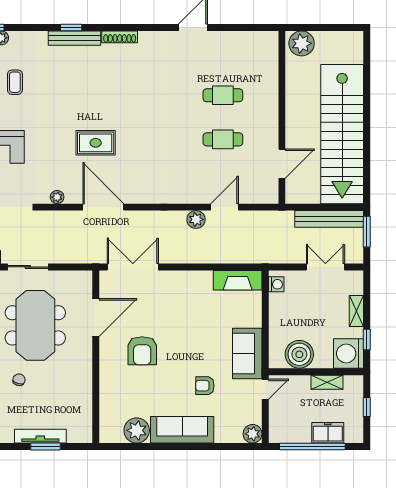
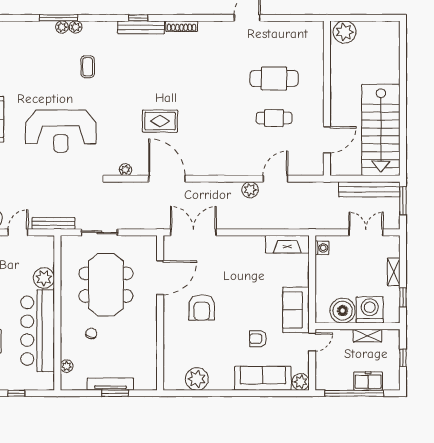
cafe table: (223, 95) -> (274, 78), width x1.37, depth x1.35
stairs: (342, 134) -> (381, 130), width x0.73
washing machine: (349, 353) -> (370, 310), moved, turned 90
sofa: (182, 430) -> (263, 378), moved

